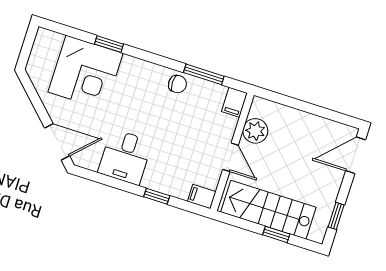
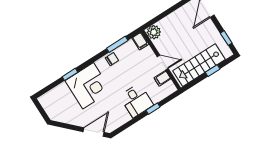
corner desk: (85, 73) -> (88, 86), moved
plant: (255, 131) -> (154, 32), moved
desk: (125, 157) -> (136, 101), moved
filing cabinet: (202, 197) -> (162, 78), moved

